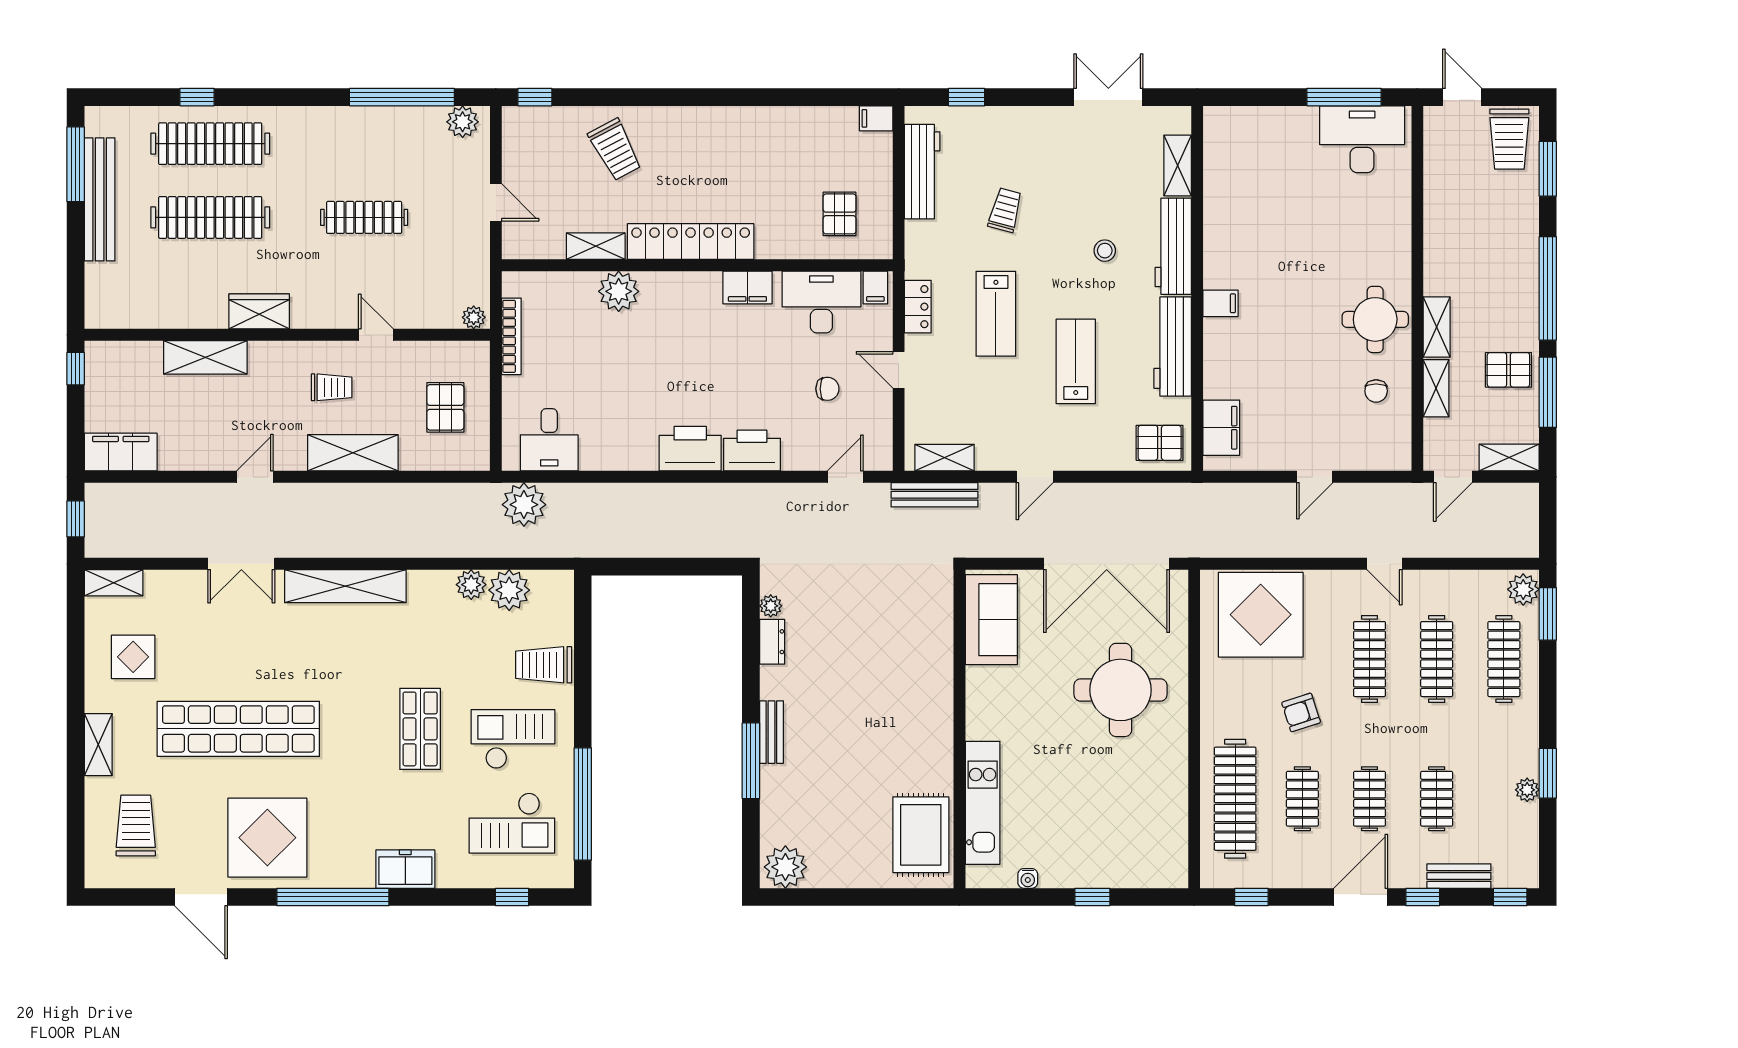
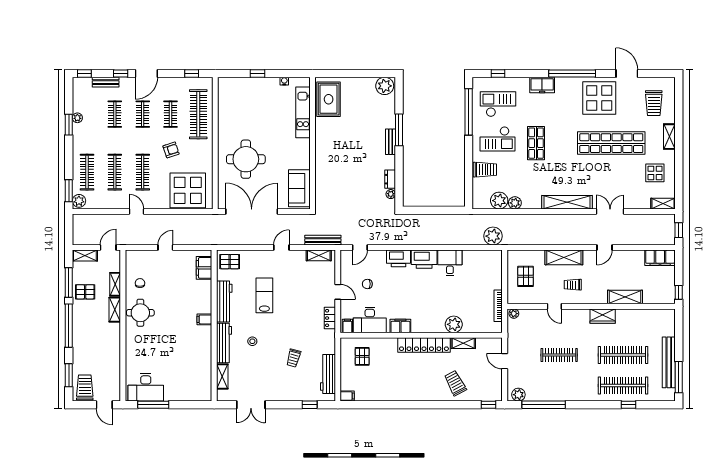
lab bench: (996, 314) -> (297, 315), removed
lab bench: (1076, 361) -> (264, 295), turned 180
desk: (549, 440) -> (450, 263), moved

